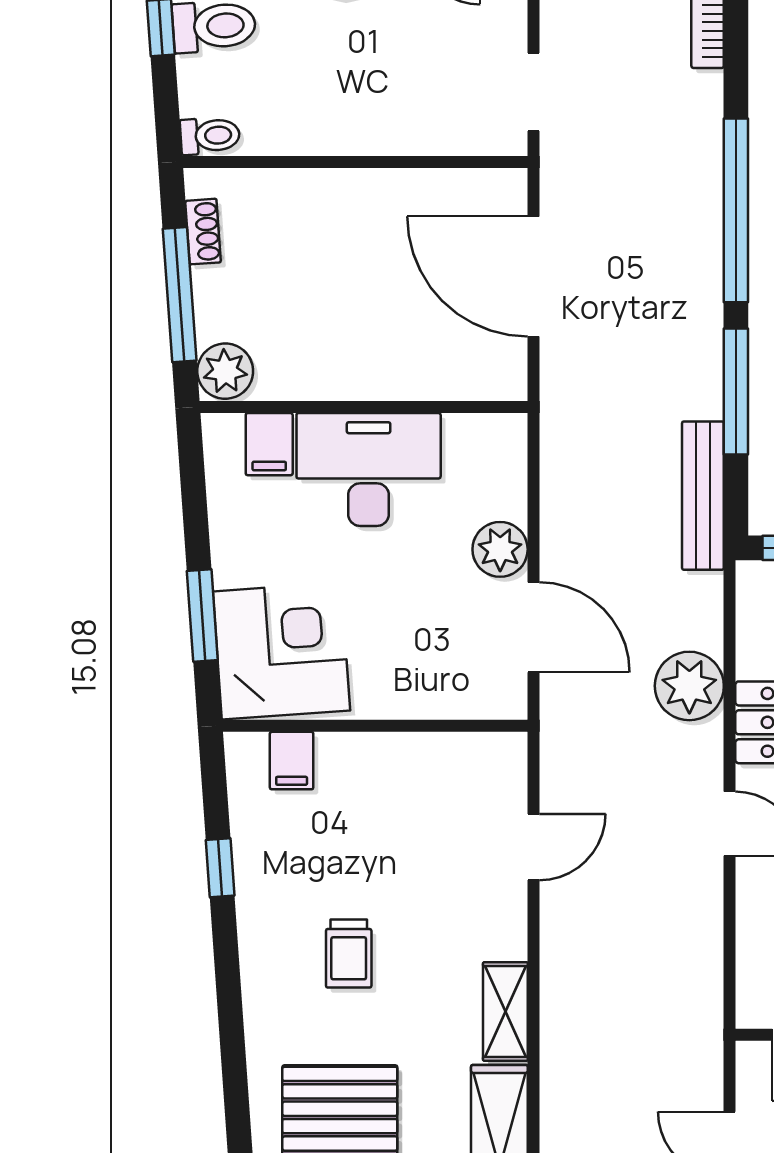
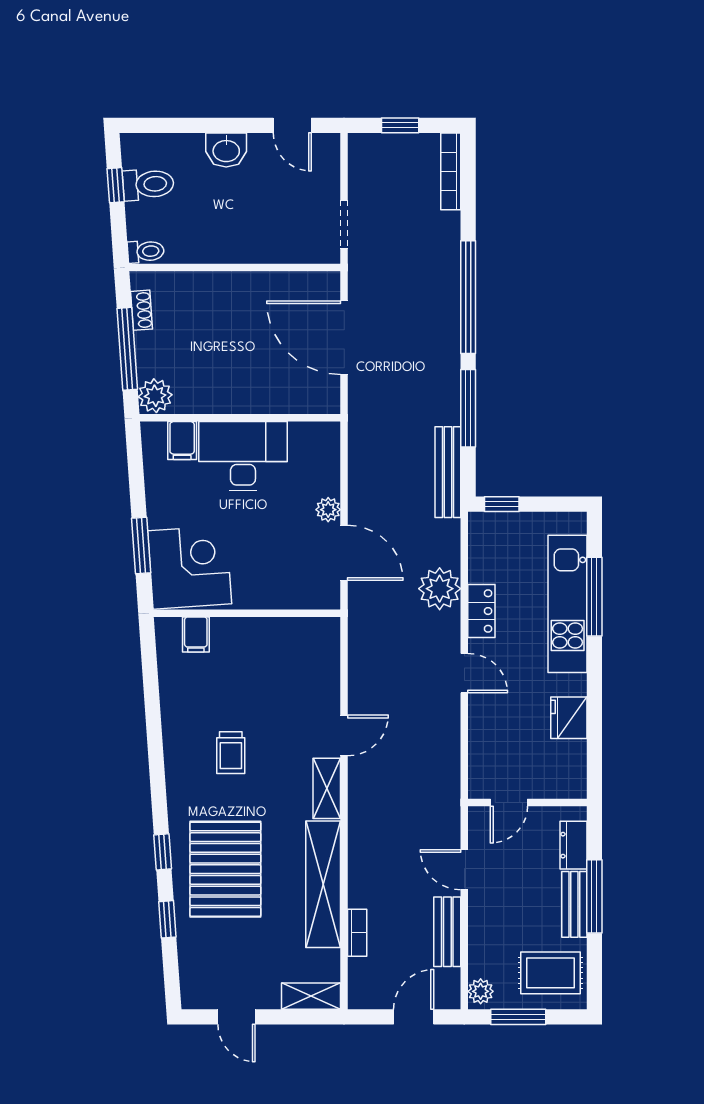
plant: (500, 549) -> (328, 510), width x0.73, depth x0.73
door: (533, 847) -> (344, 735), moved
window: (220, 868) -> (163, 852), moved

